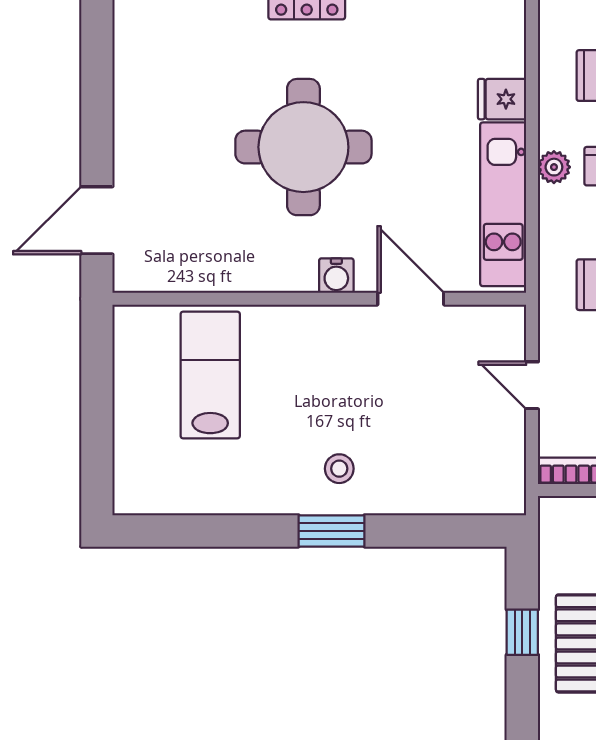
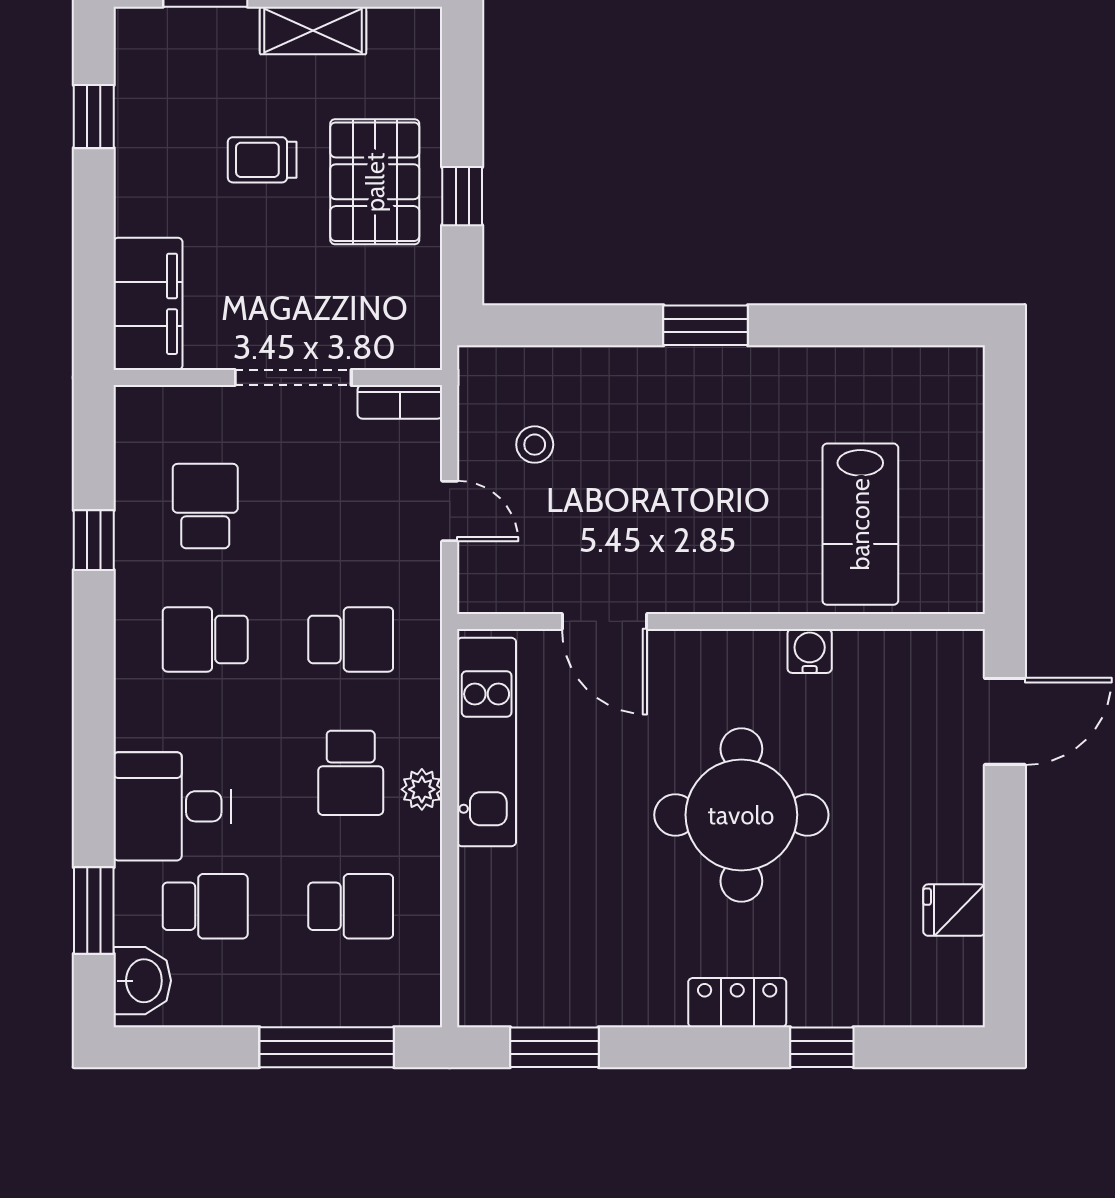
fridge: (502, 99) -> (954, 910), moved, turned 180
water cooler: (336, 276) -> (810, 651), moved
stool: (339, 469) -> (535, 445), moved

